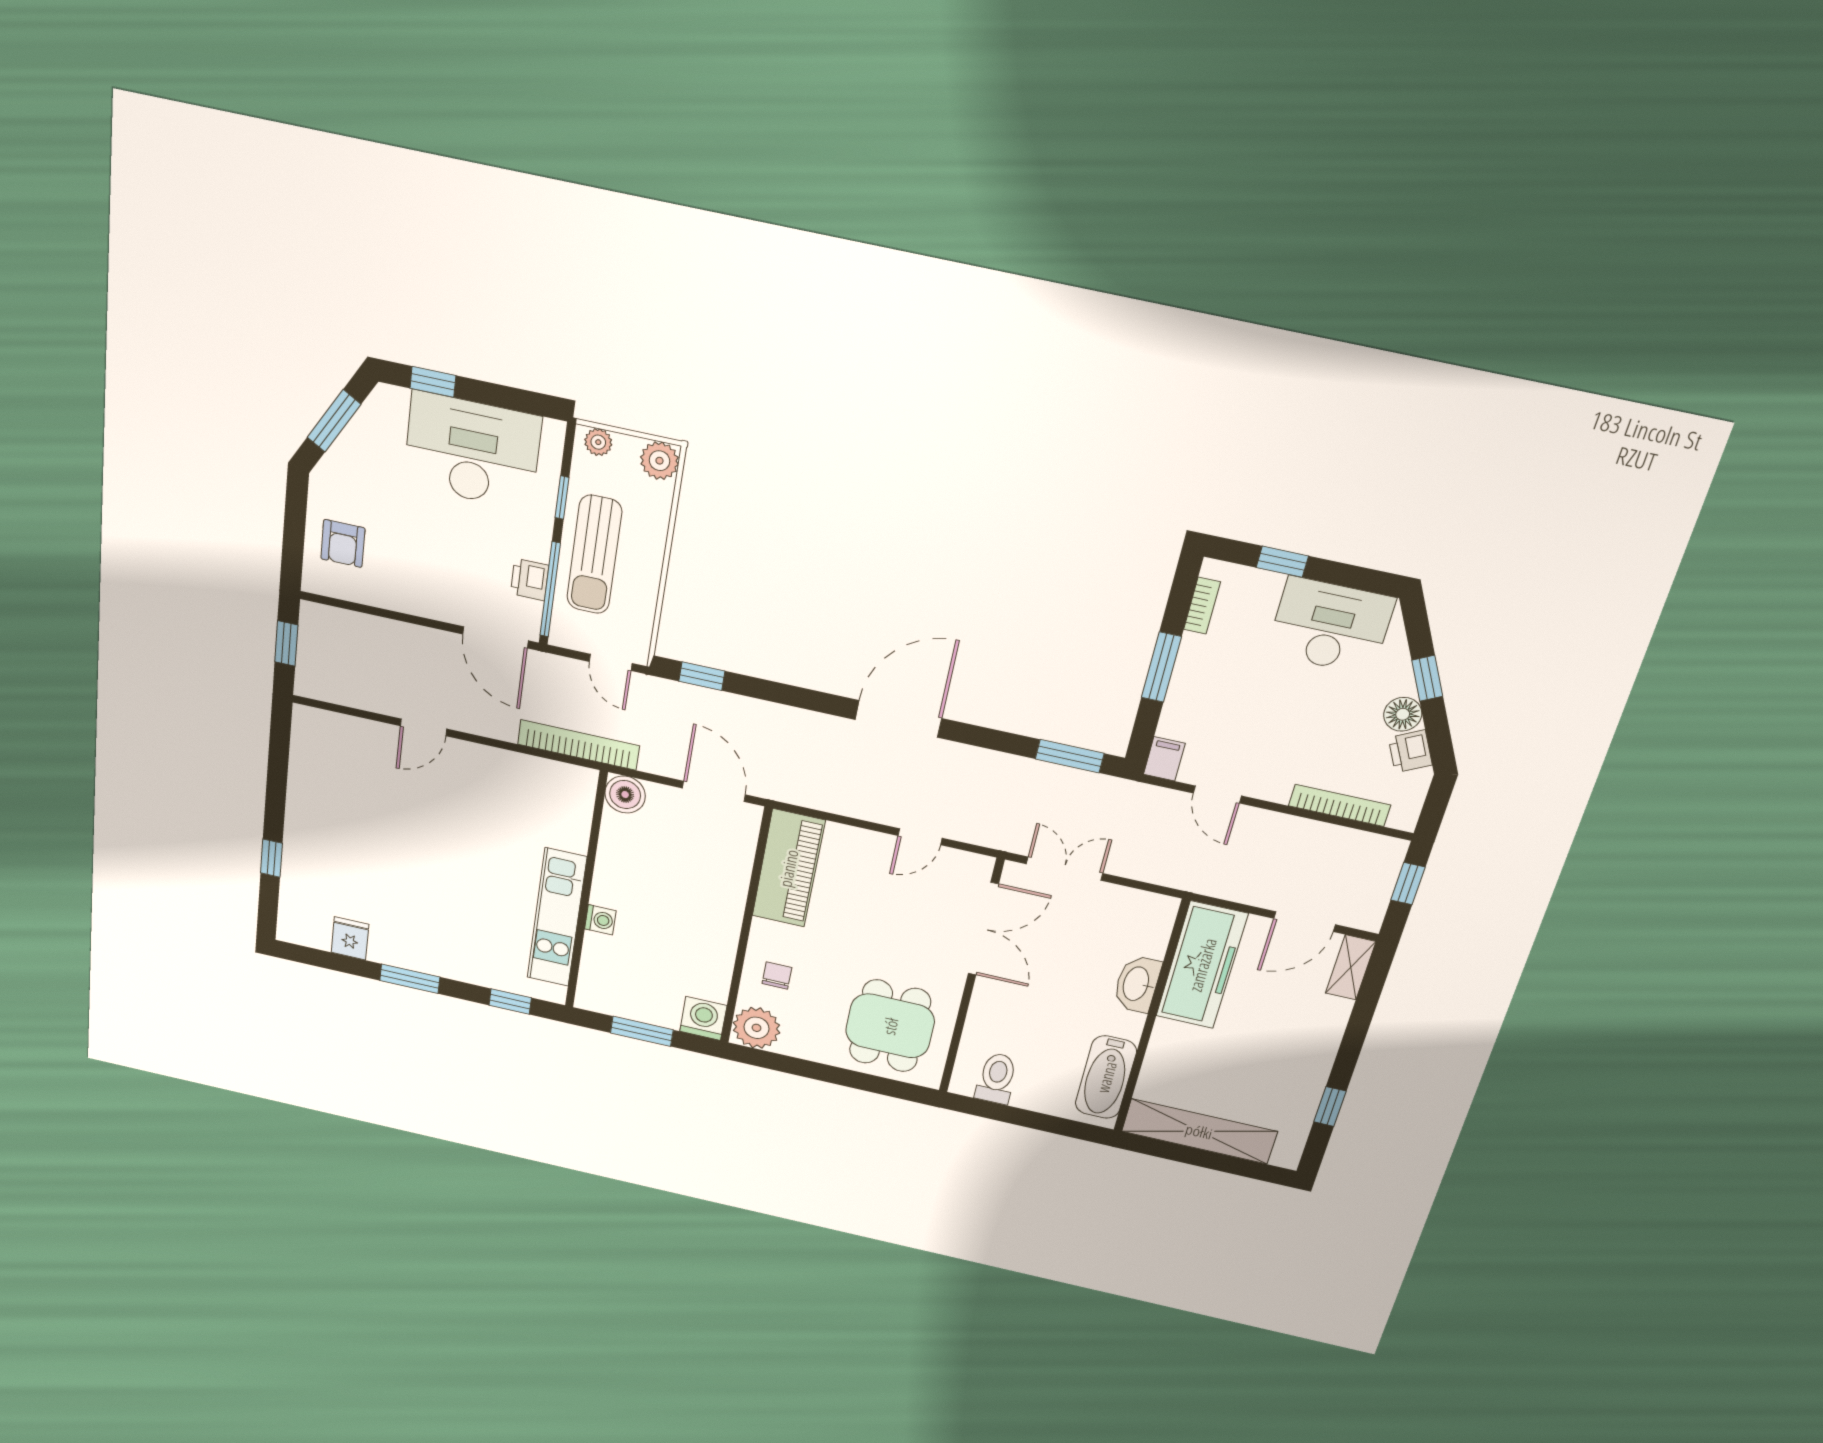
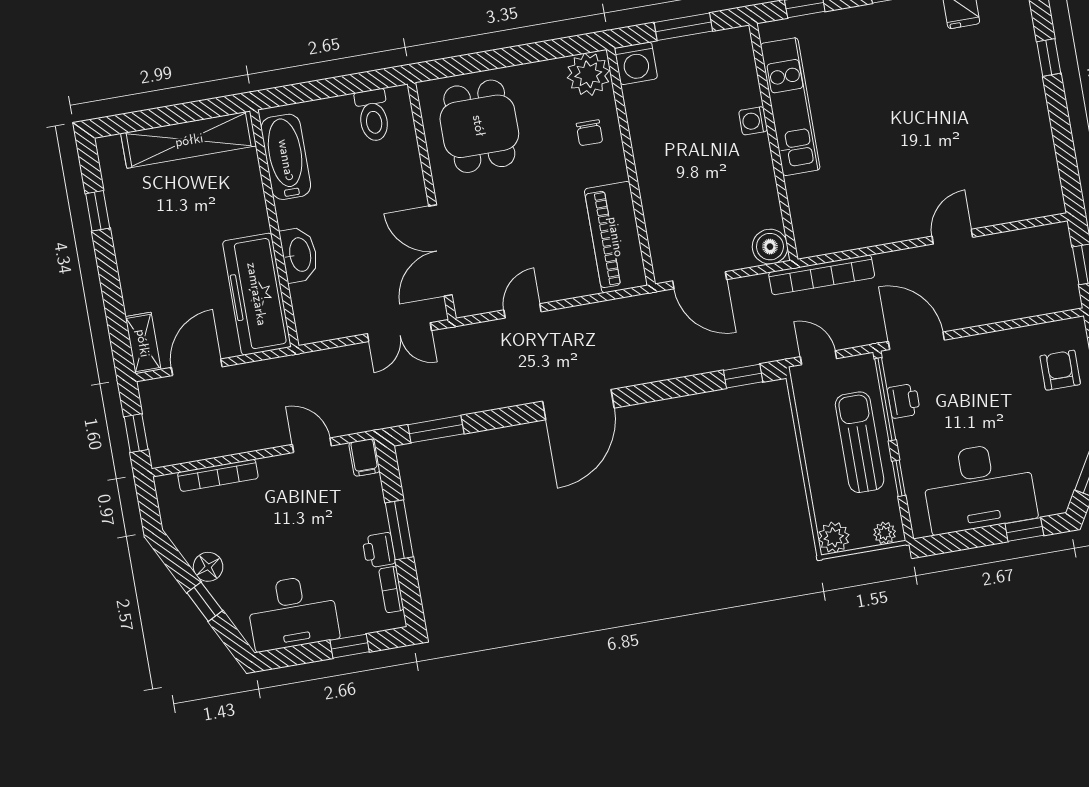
printer: (1410, 751) -> (379, 550), moved, turned -153

